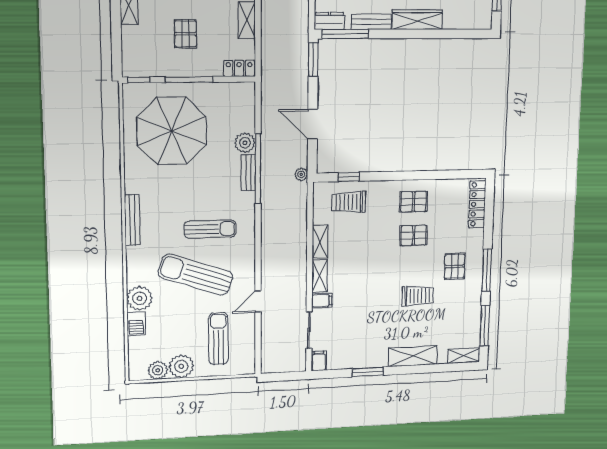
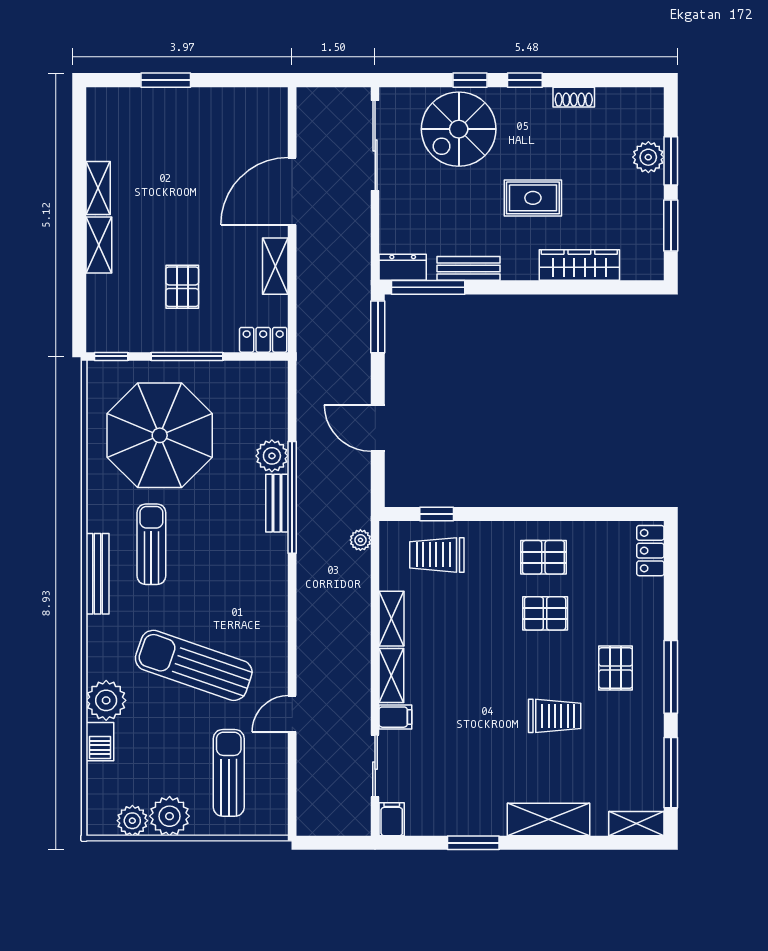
wardrobe: (417, 20) -> (579, 265), moved
plant: (301, 174) -> (360, 540), moved
locker: (477, 204) -> (650, 551), width x0.66
sun lounger: (210, 229) -> (151, 544), moved, turned -90

